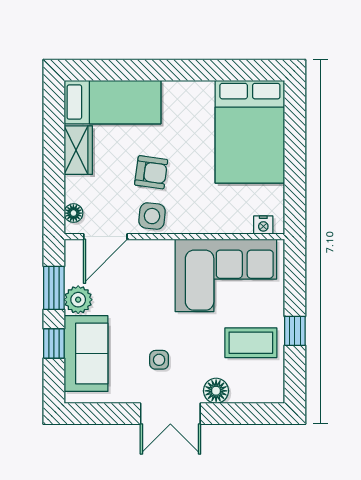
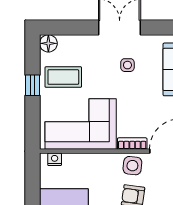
bookcase: (152, 248) -> (132, 144), added
floor lamp: (216, 391) -> (48, 43), moved

